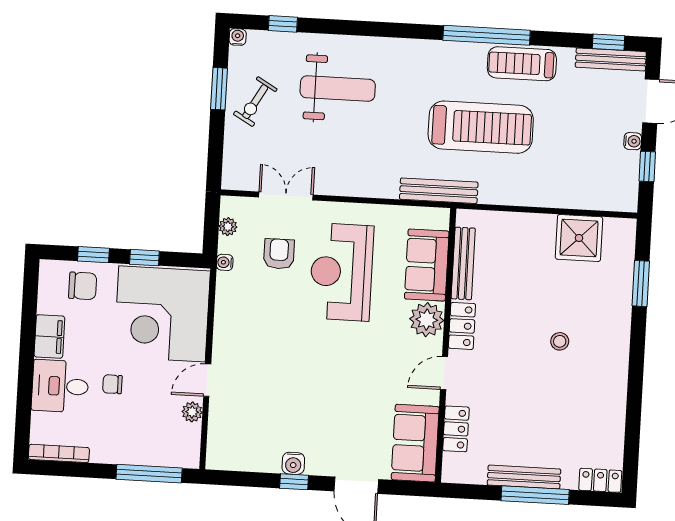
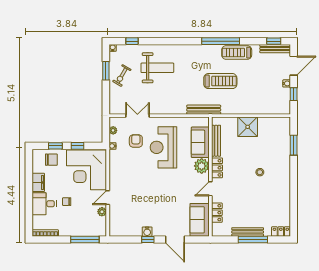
treadmill: (481, 127) -> (220, 81), width x0.73, depth x0.73
shower: (579, 238) -> (248, 127), moved

